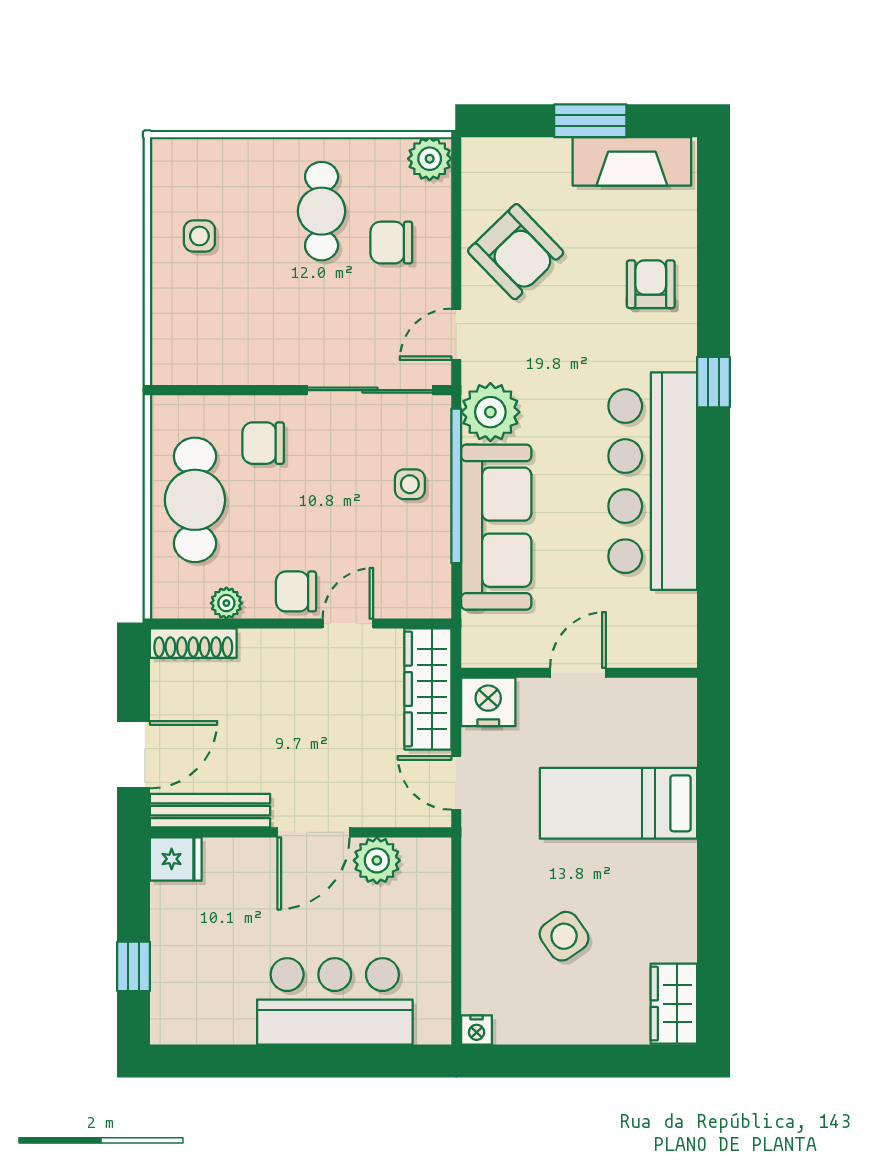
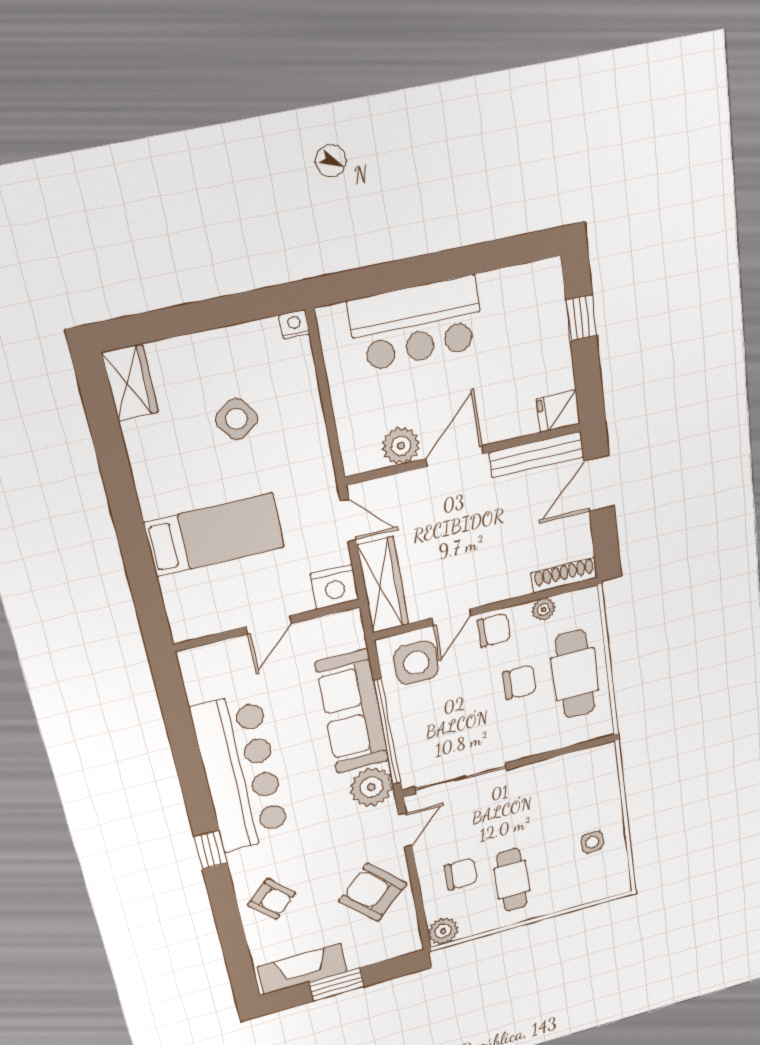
armchair: (651, 284) -> (272, 899), turned -44
chair: (263, 443) -> (519, 682), moved
side table: (410, 484) -> (416, 663), moved, width x1.87, depth x1.87

